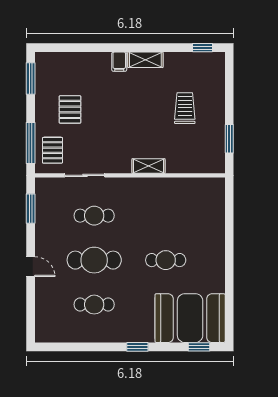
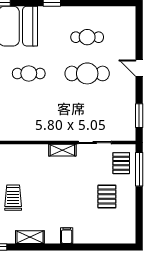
shelving: (145, 60) -> (30, 237), moved
window: (31, 78) -> (139, 222), removed
trolley: (185, 108) -> (13, 198), turned 180
shelving: (149, 166) -> (62, 150), moved
cafe table: (94, 216) -> (87, 110), removed

